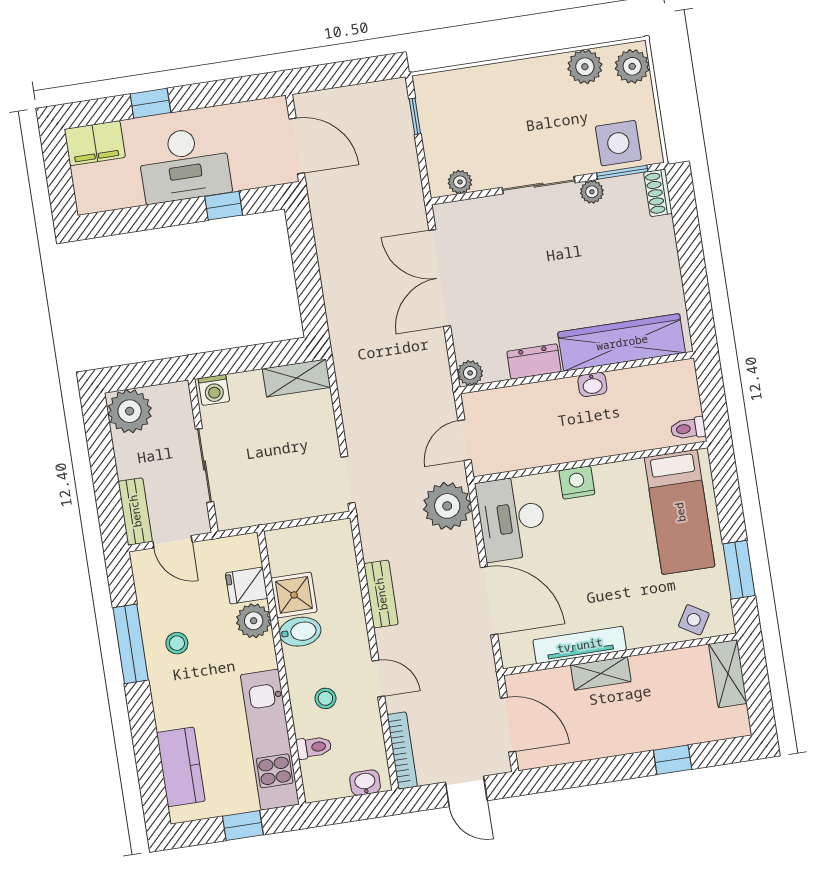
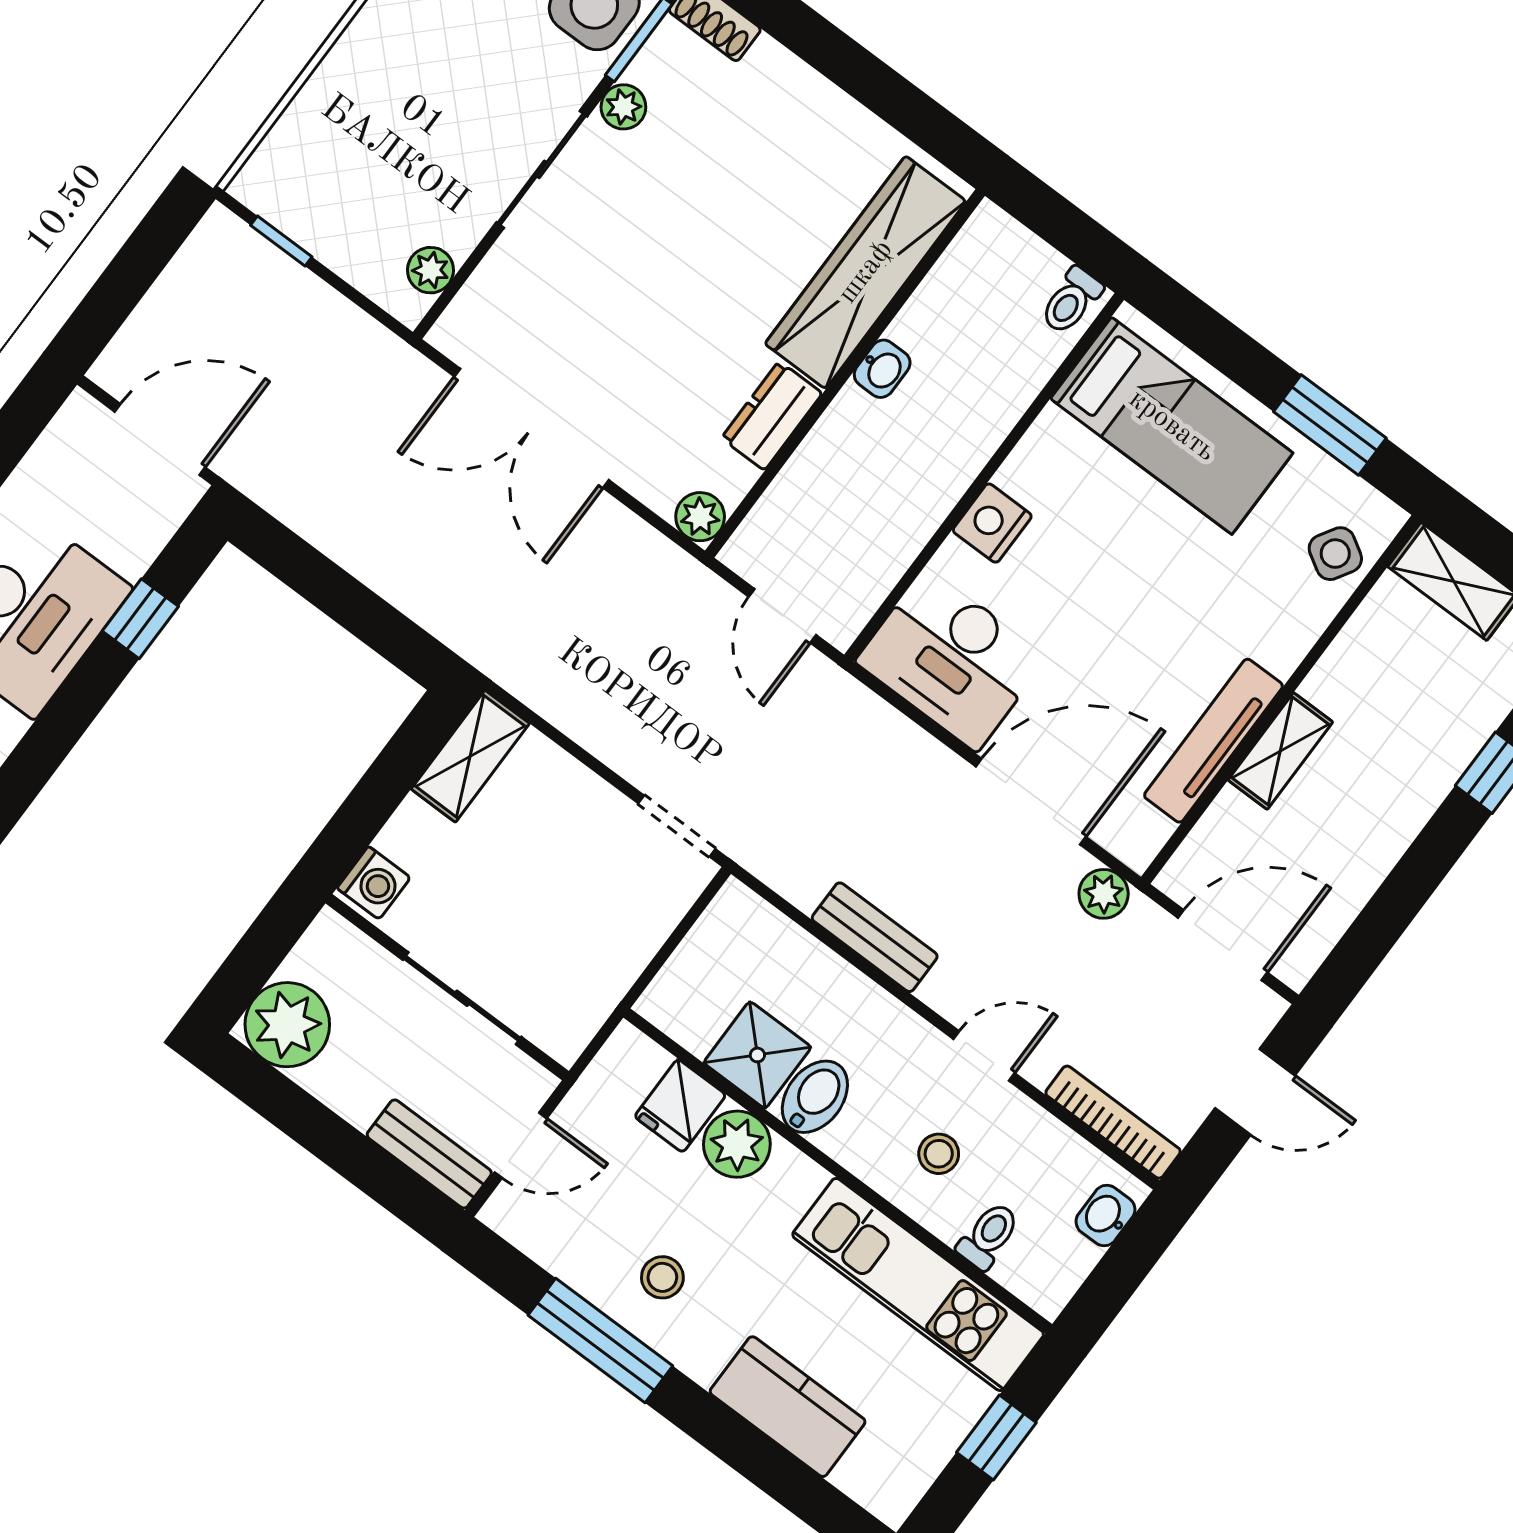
plant: (447, 506) -> (1104, 894), moved, width x0.53, depth x0.53
kitchen counter: (181, 767) -> (788, 1407), moved

